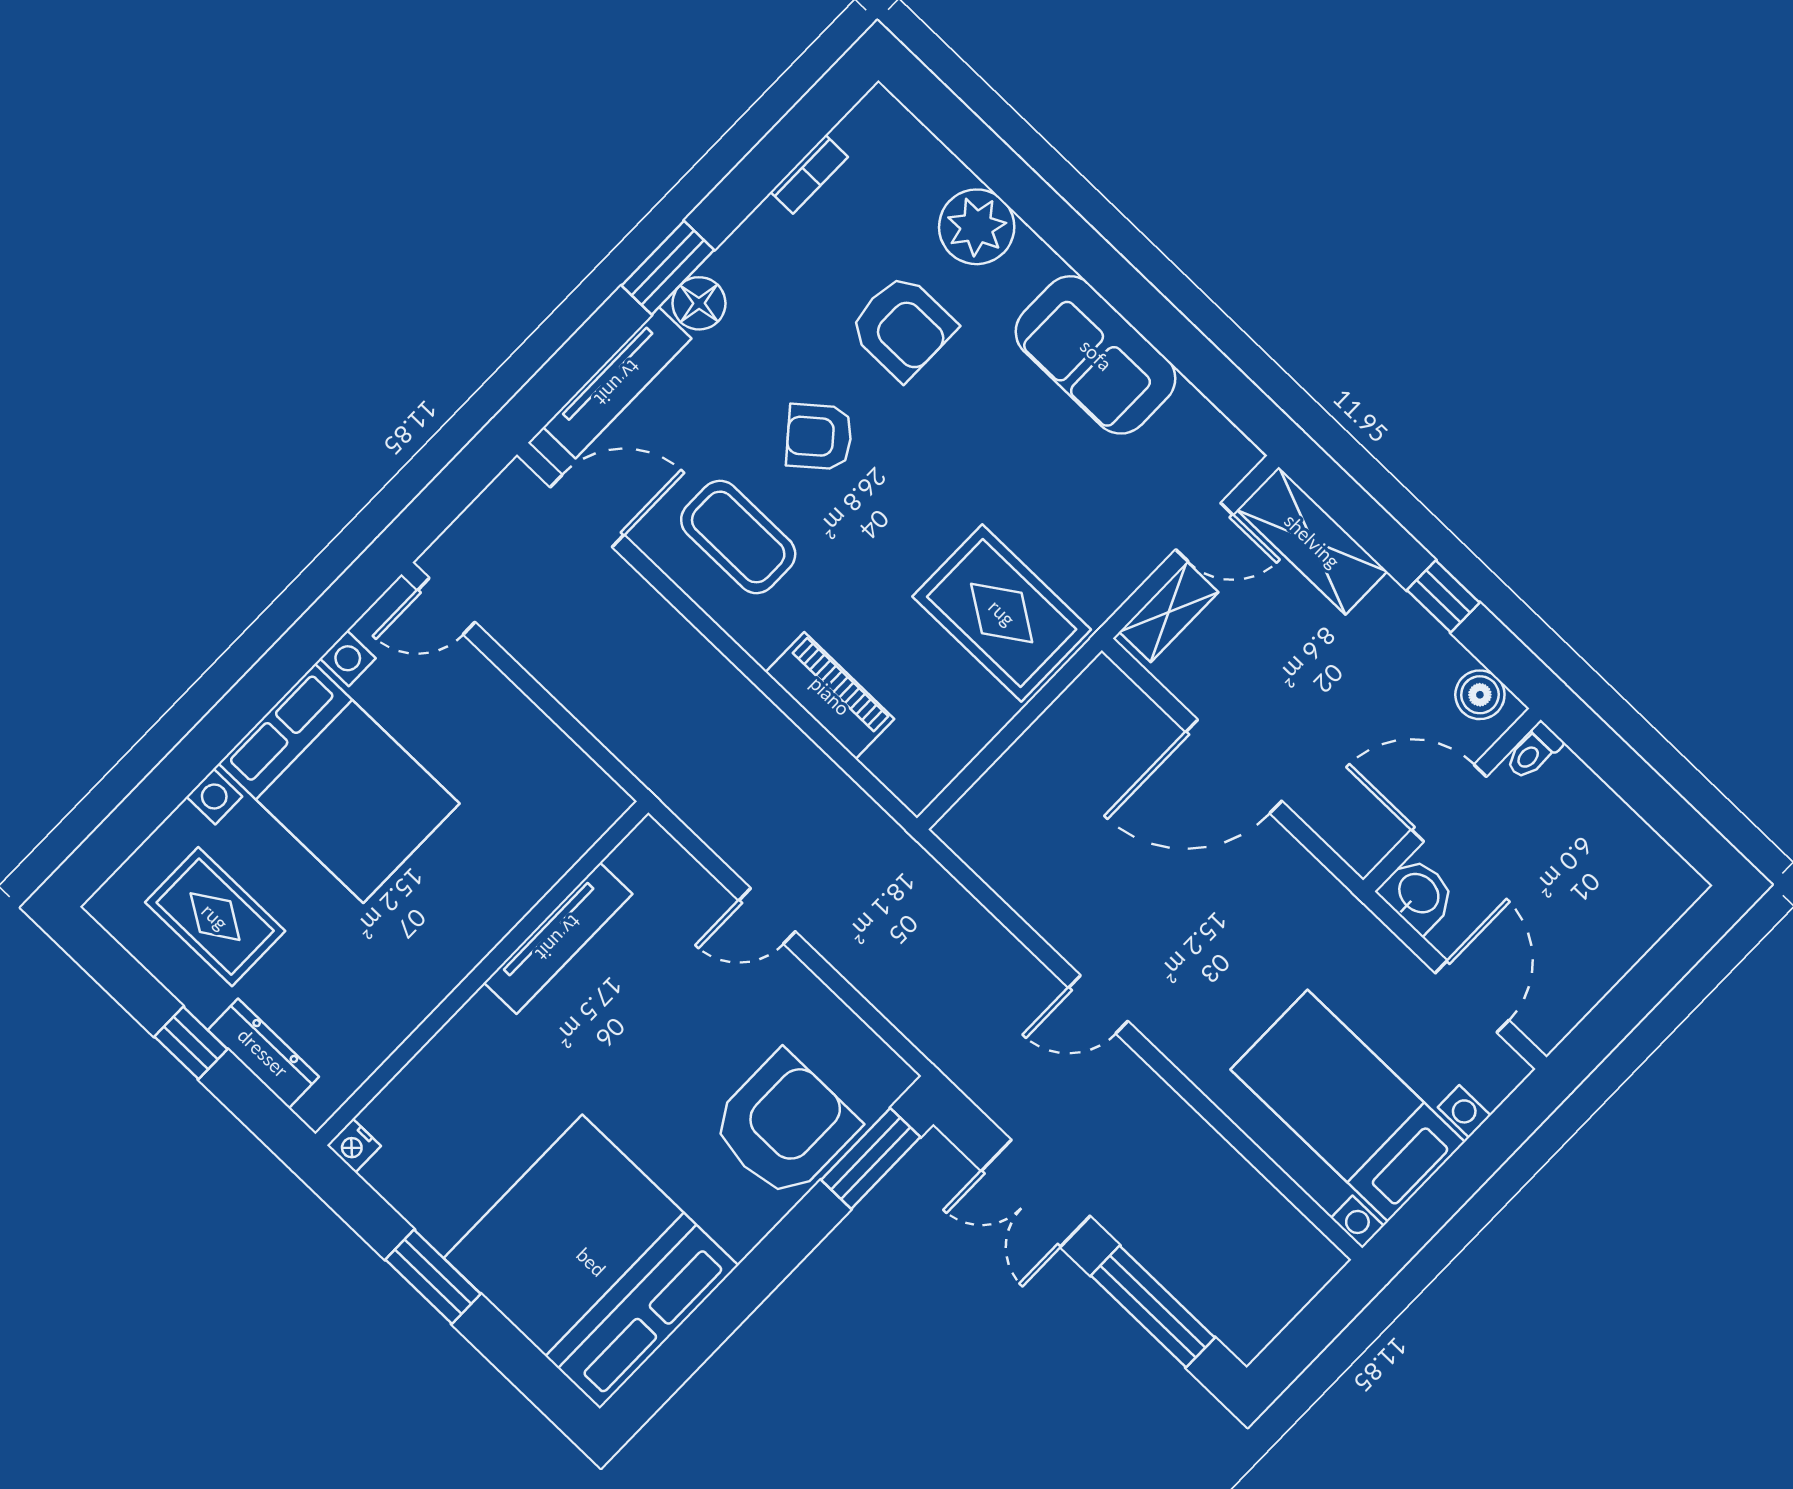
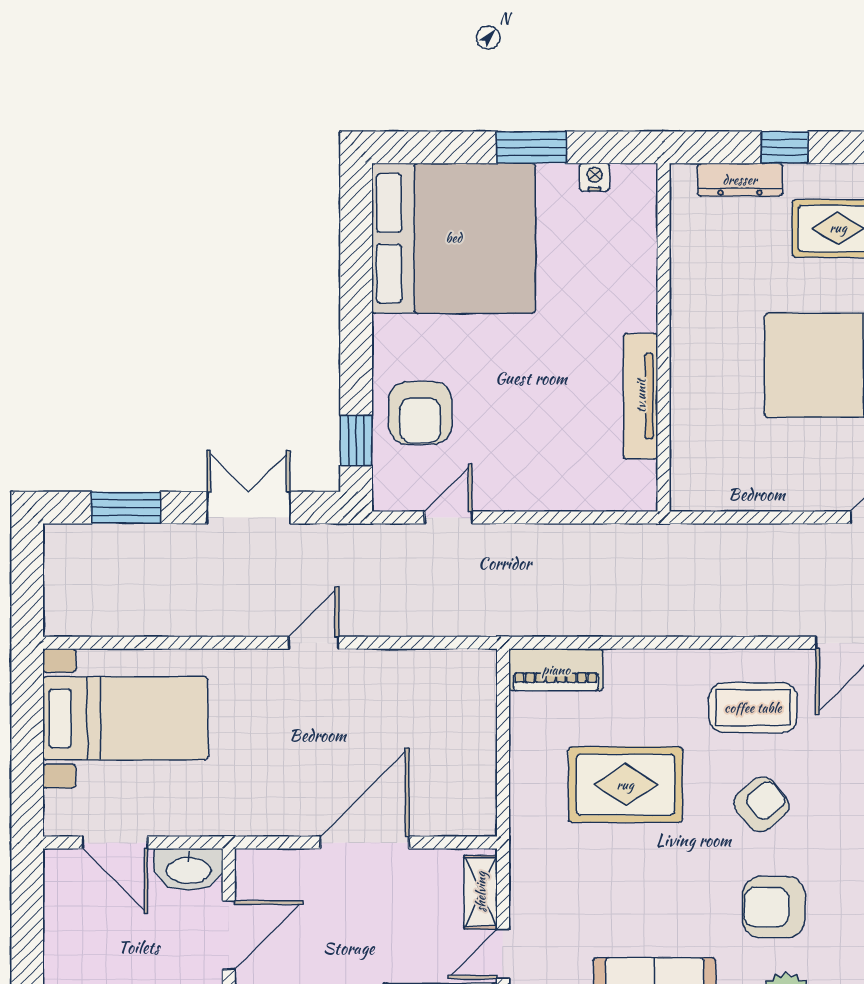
rug: (1002, 613) -> (625, 785), moved
piano: (830, 696) -> (556, 670), moved
washbasin: (1418, 894) -> (189, 869), width x1.38
door: (767, 916) -> (448, 517), moved
armchair: (784, 1125) -> (420, 413), width x0.73, depth x0.73
nightstand: (354, 1146) -> (594, 177), moved
window: (871, 1158) -> (356, 440), width x0.67
window: (1153, 1307) -> (126, 508), width x0.69

